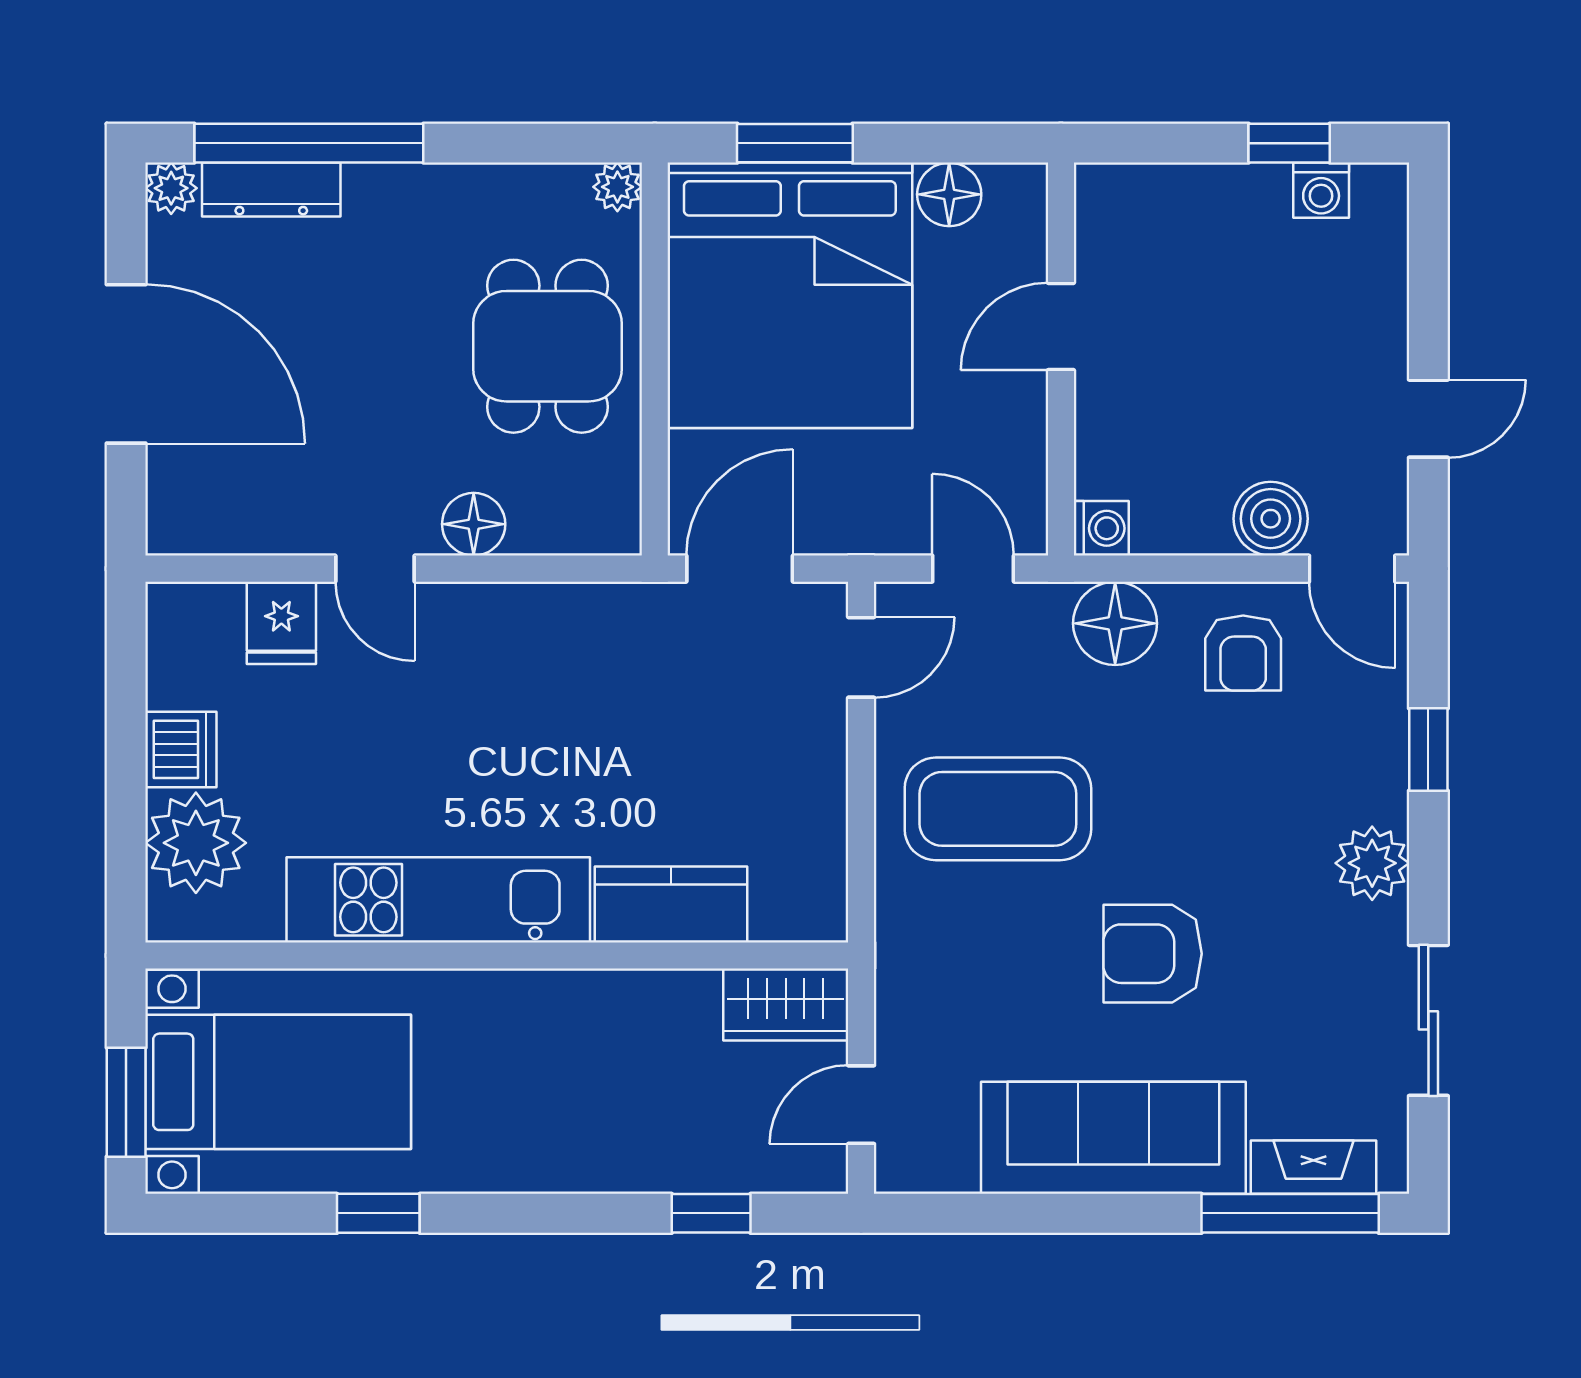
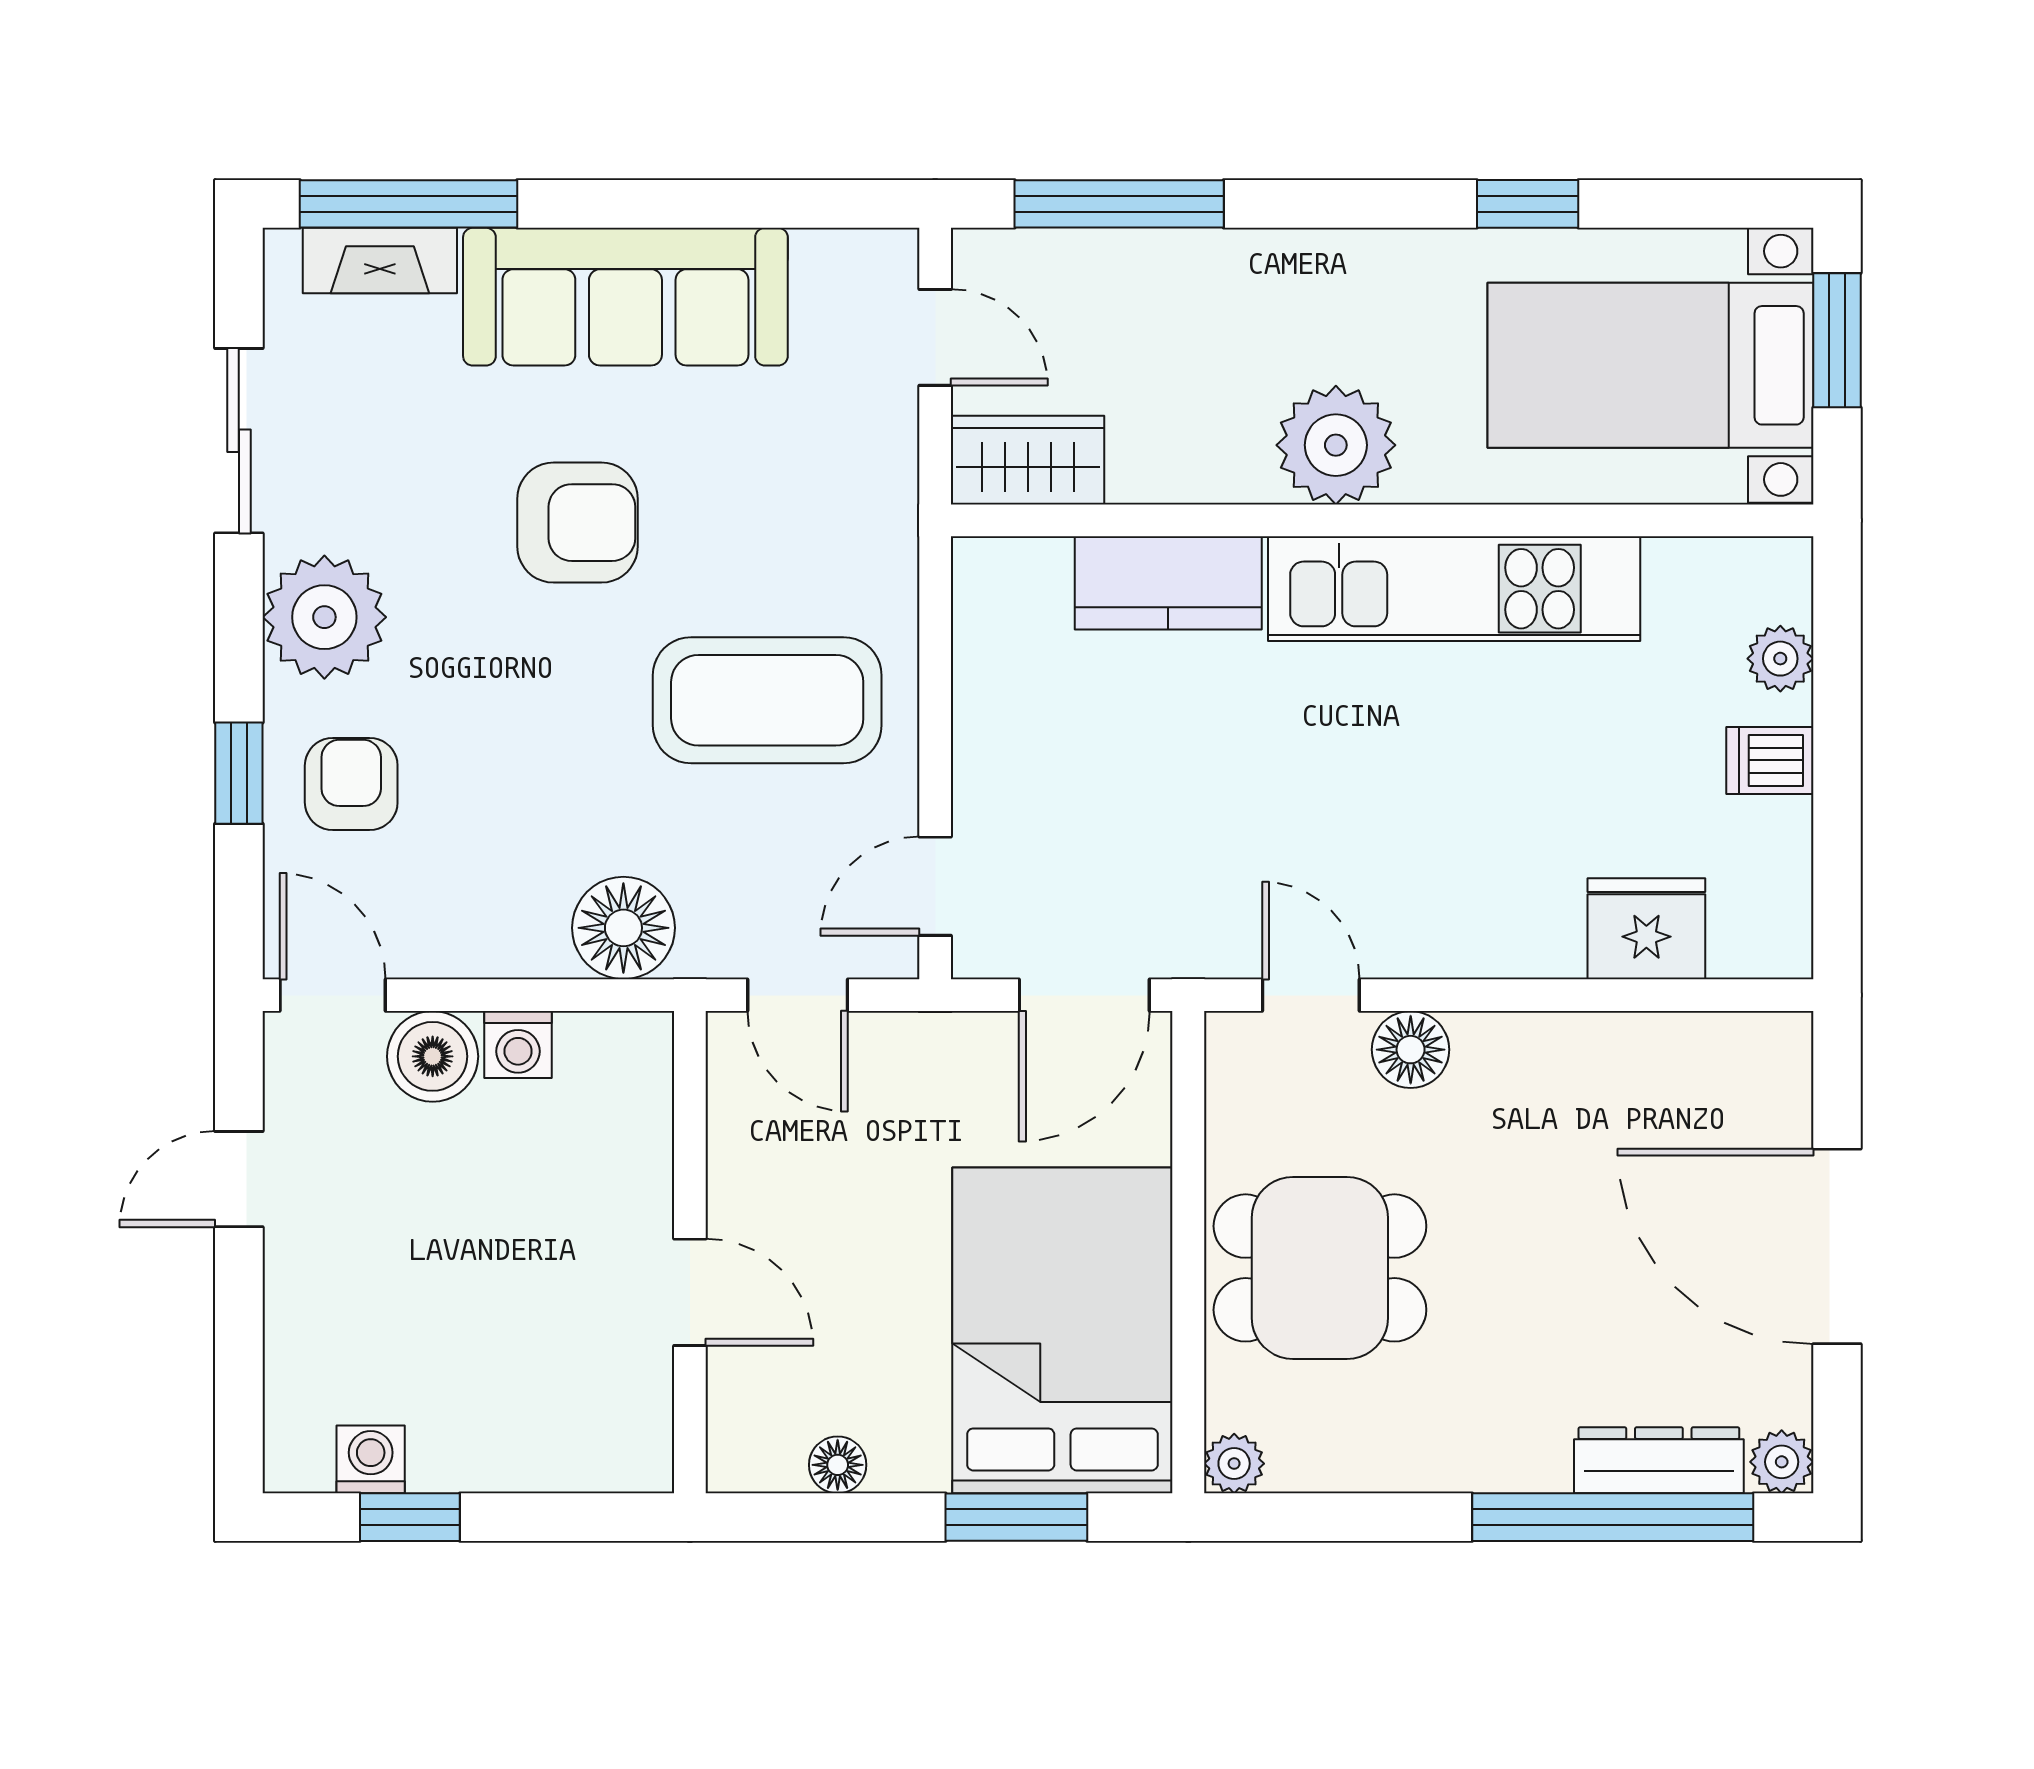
floor lamp: (949, 194) -> (838, 1465), width x0.73, depth x0.73
bed: (790, 295) -> (1062, 1330), width x0.73
door: (1061, 327) -> (690, 1292), hinge flipped
dining table: (547, 346) -> (1320, 1268), turned 90
washing machine: (1101, 528) -> (518, 1045), moved, turned -90
door: (375, 569) -> (1311, 995), moved
fridge: (281, 623) -> (1646, 929), width x1.38
armchair: (1243, 653) -> (351, 784), moved
dishwasher: (181, 749) -> (1770, 760), width x0.73
plant: (196, 843) -> (1780, 659), width x0.53, depth x0.53
plant: (1372, 863) -> (324, 617), width x1.36, depth x1.36
plant: (535, 1017) -> (1336, 445), added
door: (861, 1105) -> (935, 337), hinge flipped
window: (711, 1213) -> (1119, 204), width x2.17

